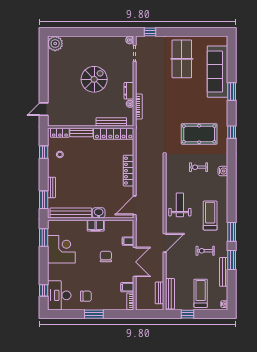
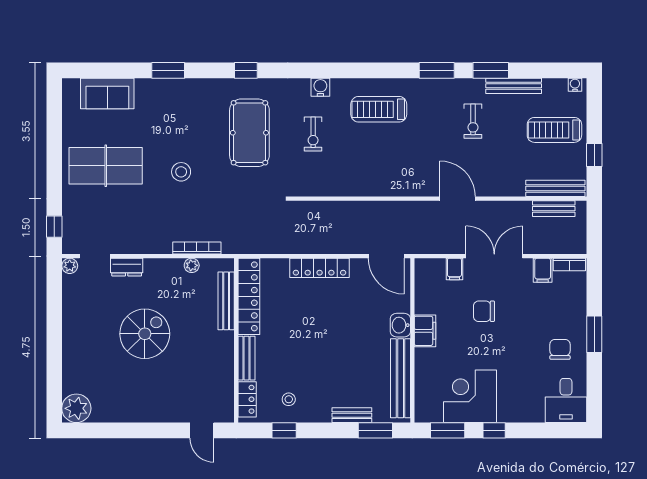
sofa: (218, 72) -> (107, 93), width x0.54, depth x0.79
spiral stairs: (94, 79) -> (145, 334), turned 90
dresser: (129, 91) -> (127, 267), moved
stool: (179, 98) -> (181, 172), added
weight bench: (180, 205) -> (385, 170), removed
treadmill: (210, 216) -> (379, 109), moved
window: (44, 290) -> (494, 430), moved
desk: (59, 295) -> (566, 400), width x0.73

